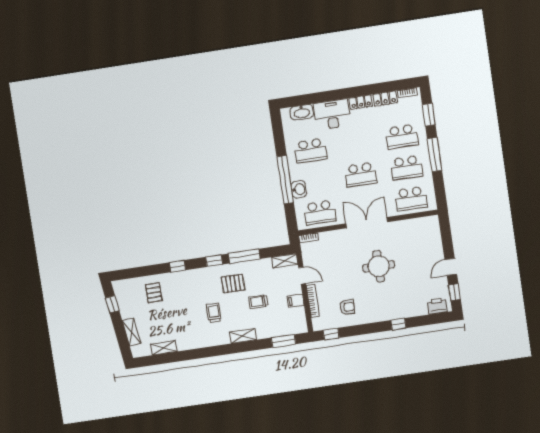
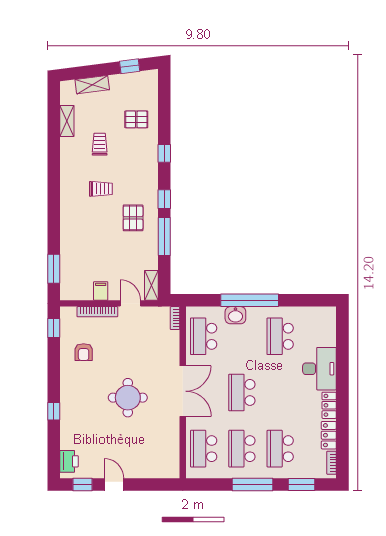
washbasin: (302, 112) -> (328, 332), removed
door: (302, 275) -> (130, 303), swing flipped
trolley: (258, 302) -> (100, 144), moved
shelving: (243, 336) -> (67, 220), removed

